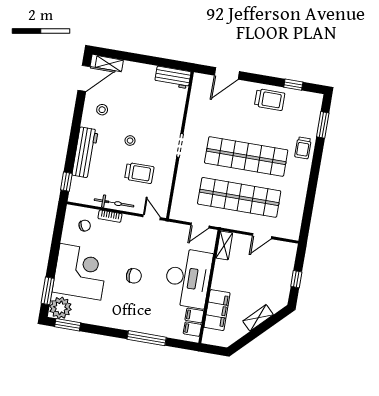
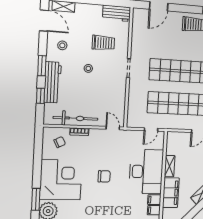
door: (84, 78) -> (44, 21), hinge flipped
window: (75, 131) -> (42, 66), added
trolley: (139, 173) -> (103, 43), moved
window: (66, 182) -> (40, 96), moved
bicycle: (114, 203) -> (76, 118), width x1.37, depth x1.40
shelving: (224, 245) -> (170, 166), moved

